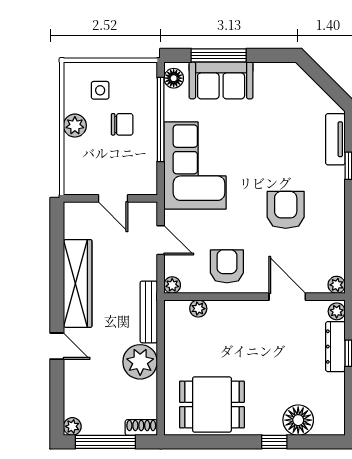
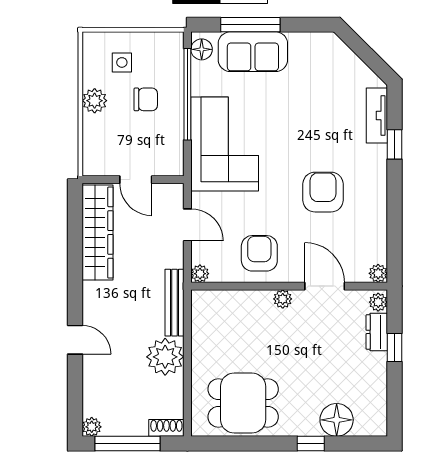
wardrobe: (78, 283) -> (98, 233), moved
plant: (198, 309) -> (283, 299), moved
dresser: (335, 347) -> (377, 332), width x0.70

